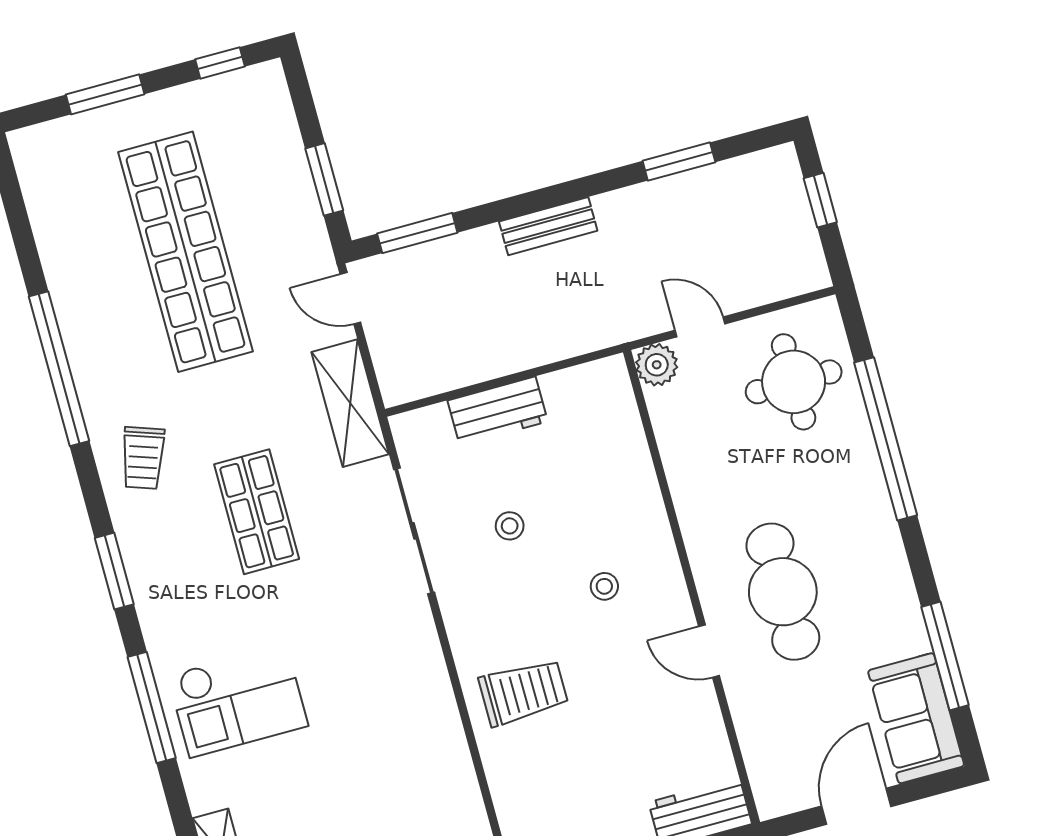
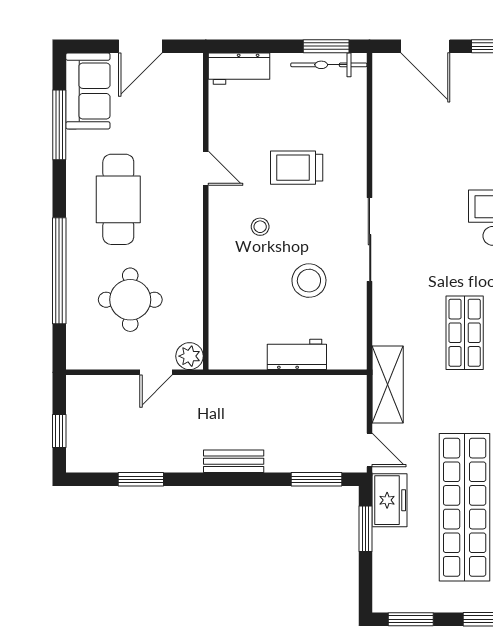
window: (220, 63) -> (411, 619), width x1.50
freezer: (300, 232) -> (389, 500), added
door: (700, 327) -> (156, 372), hinge flipped
round table: (794, 382) -> (130, 300), moved
stool: (510, 526) -> (309, 281), width x1.89, depth x1.89
sliding door: (414, 531) -> (370, 240), moved
cafe table: (783, 592) -> (118, 199), moved
trolley: (523, 692) -> (297, 168), moved

